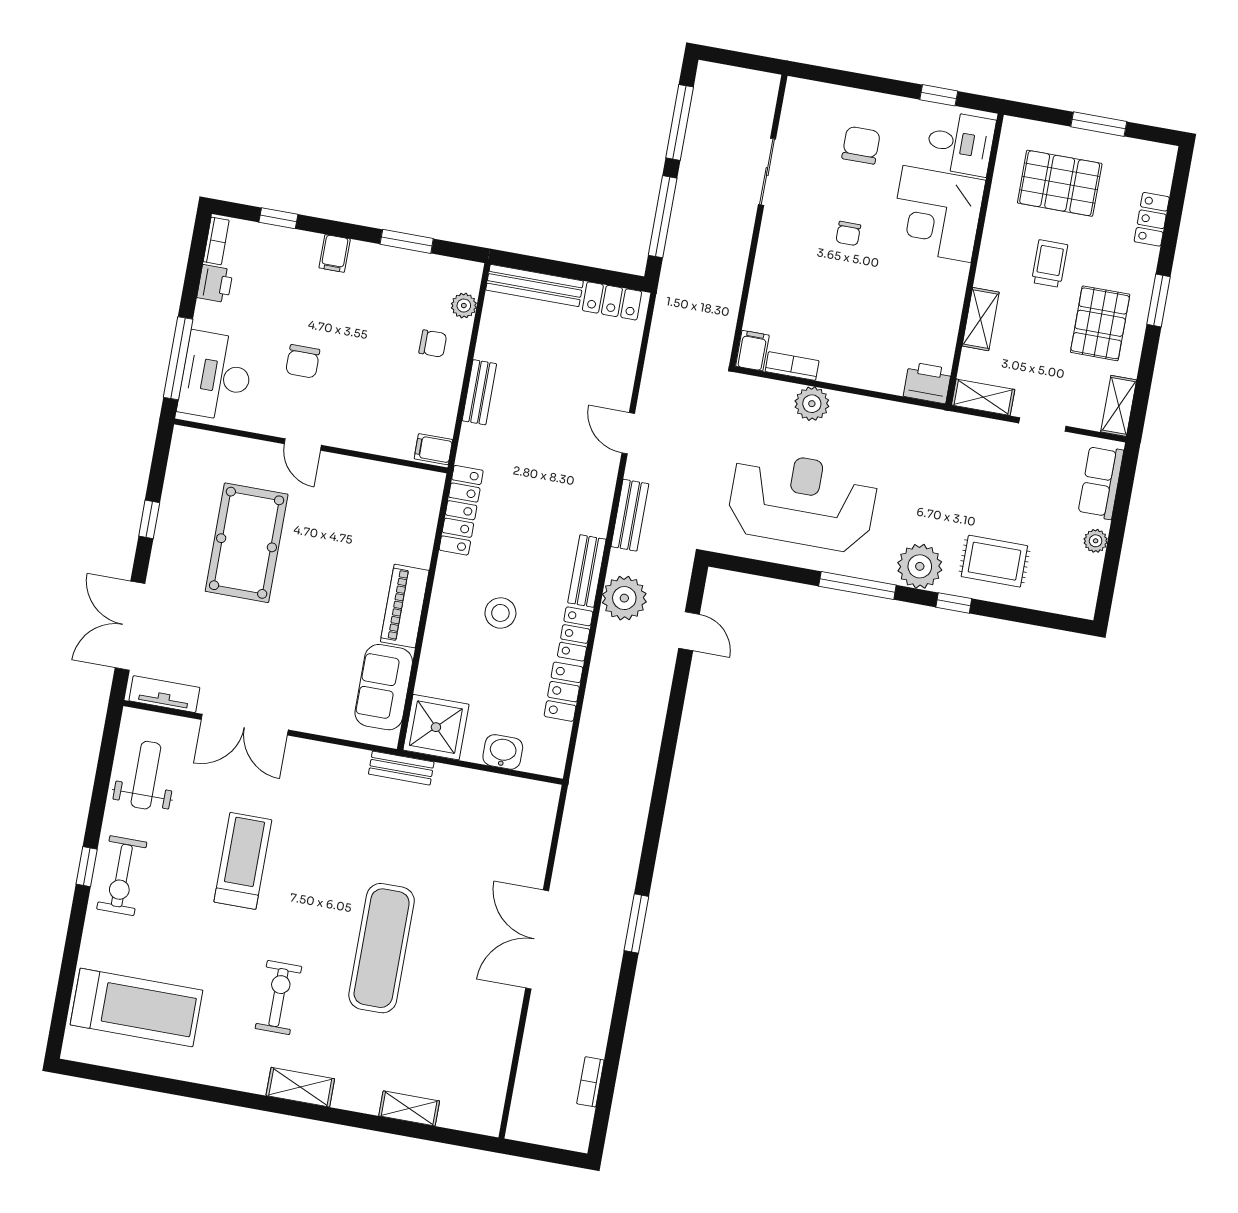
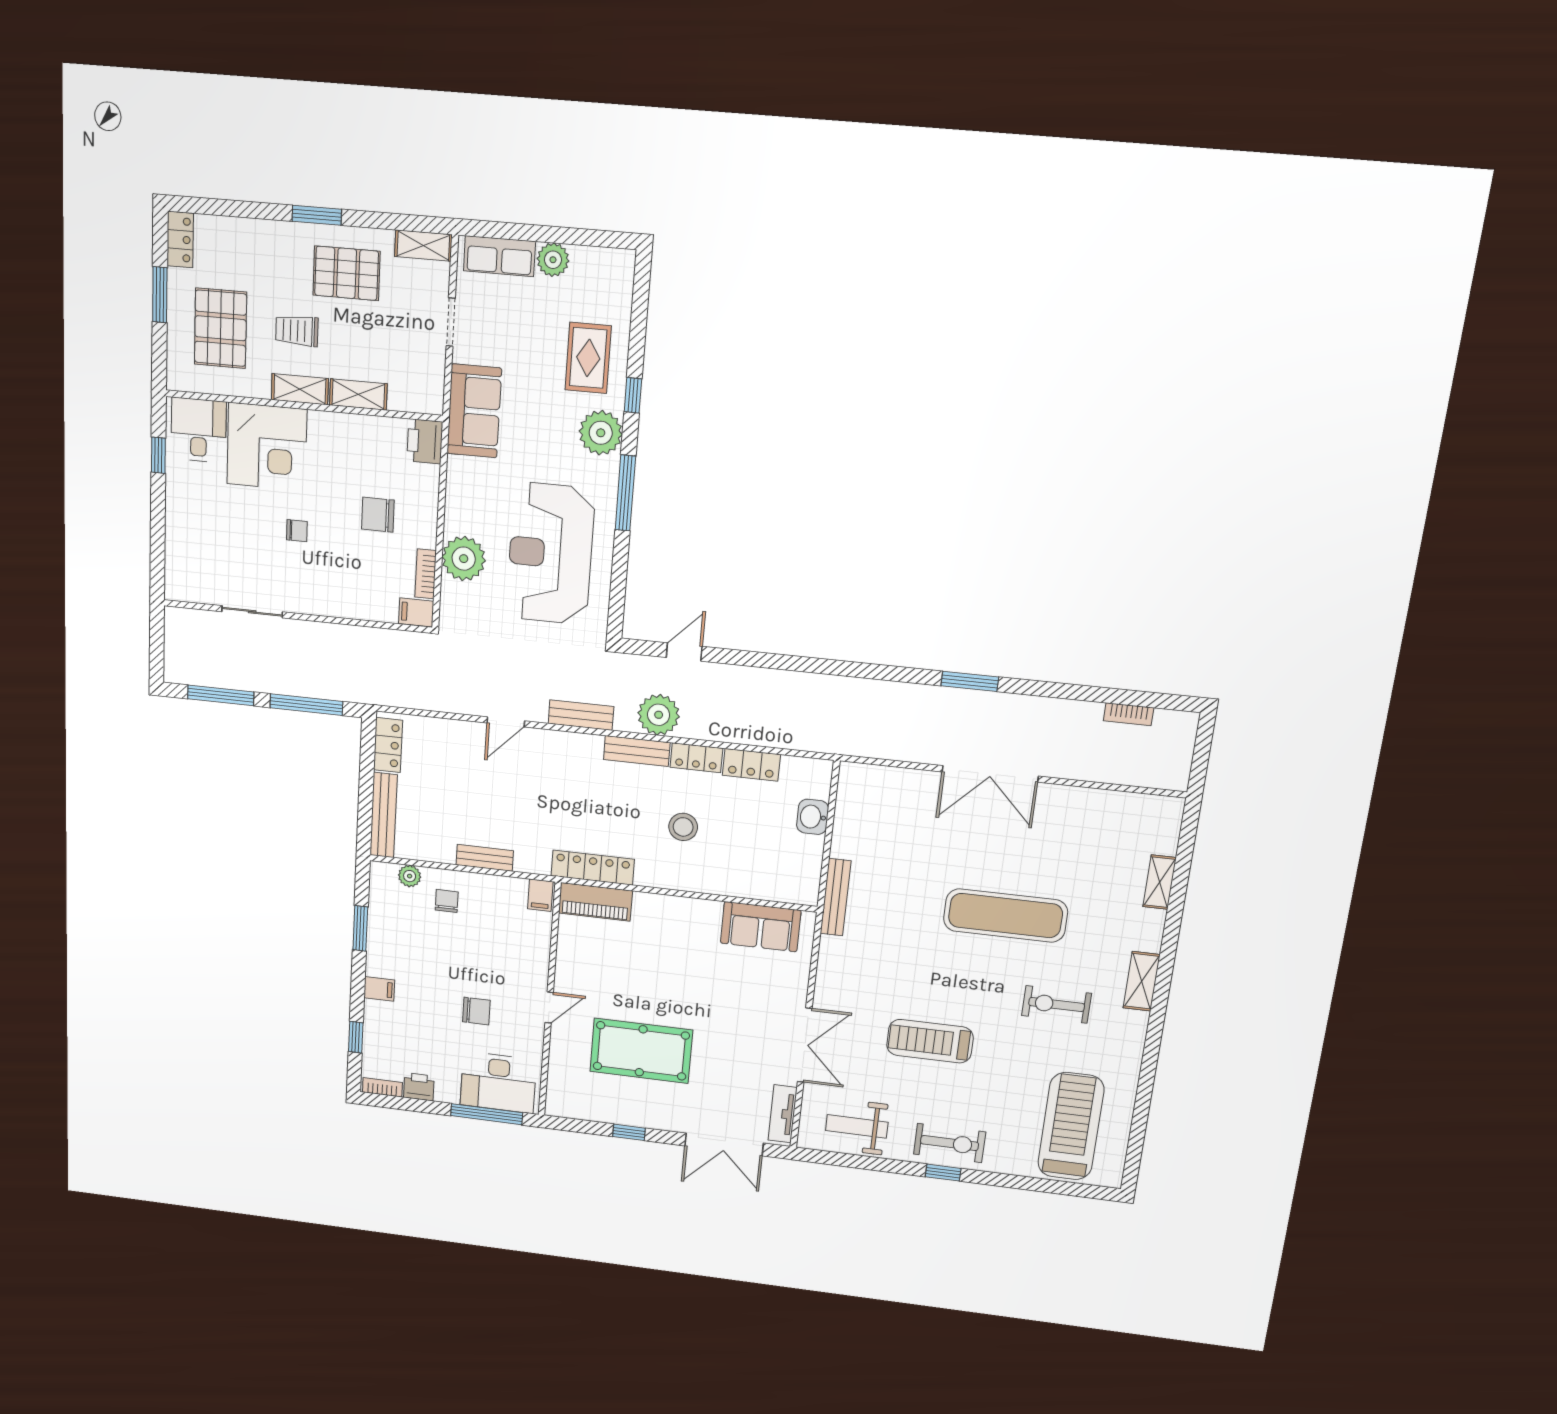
chair: (861, 145) -> (378, 515), moved
locker: (1152, 219) -> (180, 240), moved, turned -90
shelving: (983, 397) -> (300, 389), moved, turned 90
plant: (812, 404) -> (464, 559), width x1.36, depth x1.36
sofa: (953, 438) -> (474, 411), added
plant: (1096, 541) -> (553, 260), width x1.38, depth x1.38
piano: (405, 606) -> (595, 902), moved
shower: (436, 727) -> (794, 878), removed
bench: (401, 768) -> (836, 897), width x1.36

